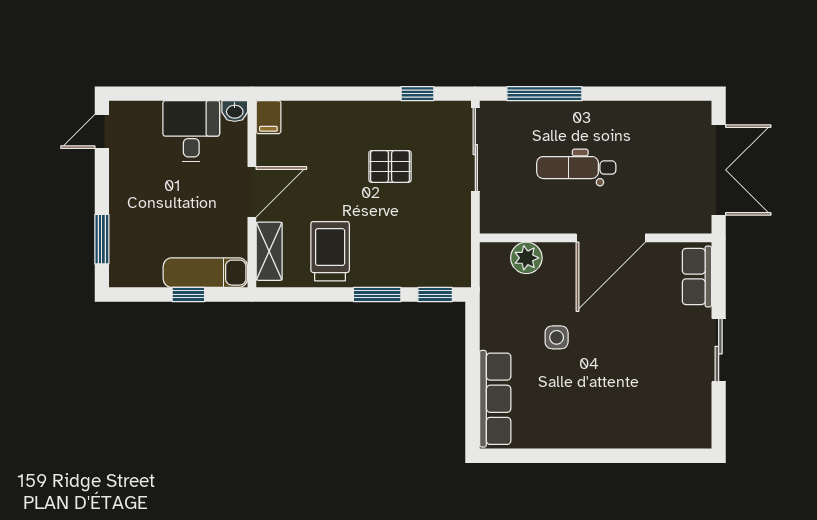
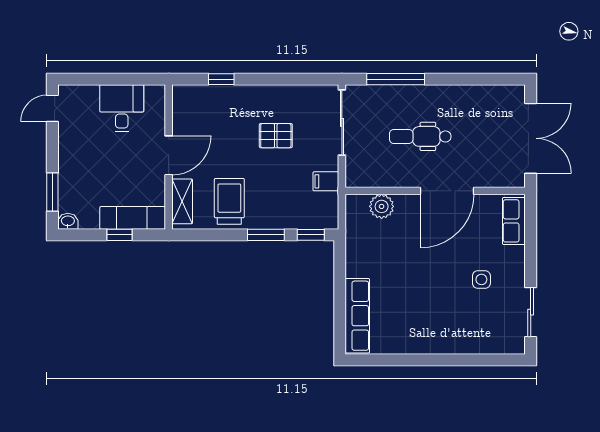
window: (417, 94) -> (221, 79), moved
washbasin: (235, 111) -> (68, 221), moved, turned 180
filing cabinet: (268, 117) -> (326, 181), moved, turned 90
side table: (557, 337) -> (481, 279), moved
sliding door: (719, 350) -> (531, 312), moved

